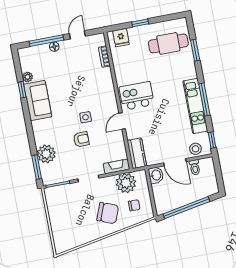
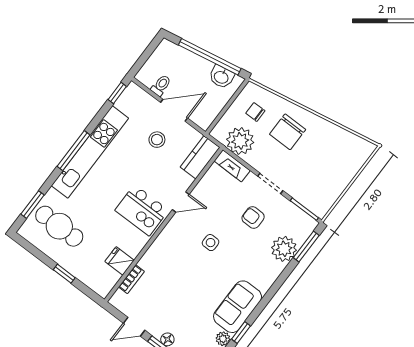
fridge: (121, 38) -> (120, 261), moved, turned -90
window: (195, 50) -> (33, 205), moved
window: (204, 99) -> (73, 151), moved
kitchen unit: (195, 106) -> (90, 152), width x1.36
armchair: (81, 139) -> (253, 217), moved
stool: (195, 149) -> (157, 140), moved
door: (175, 162) -> (174, 110), hinge flipped
washbasin: (156, 175) -> (221, 77), moved, turned -100
chair: (108, 213) -> (288, 132), turned -111

